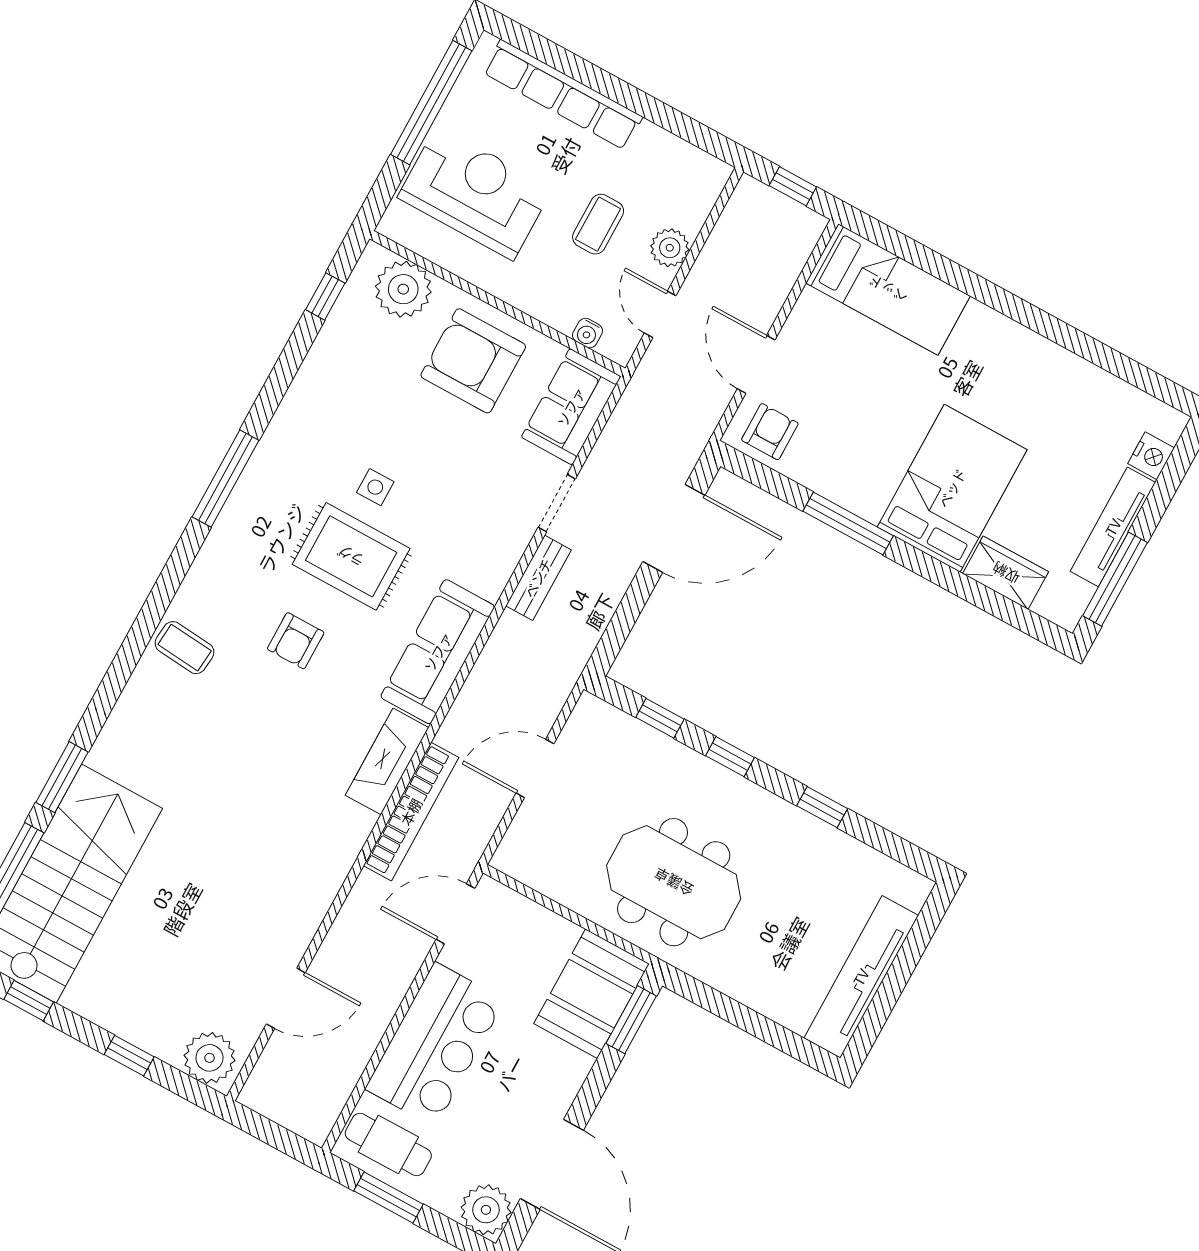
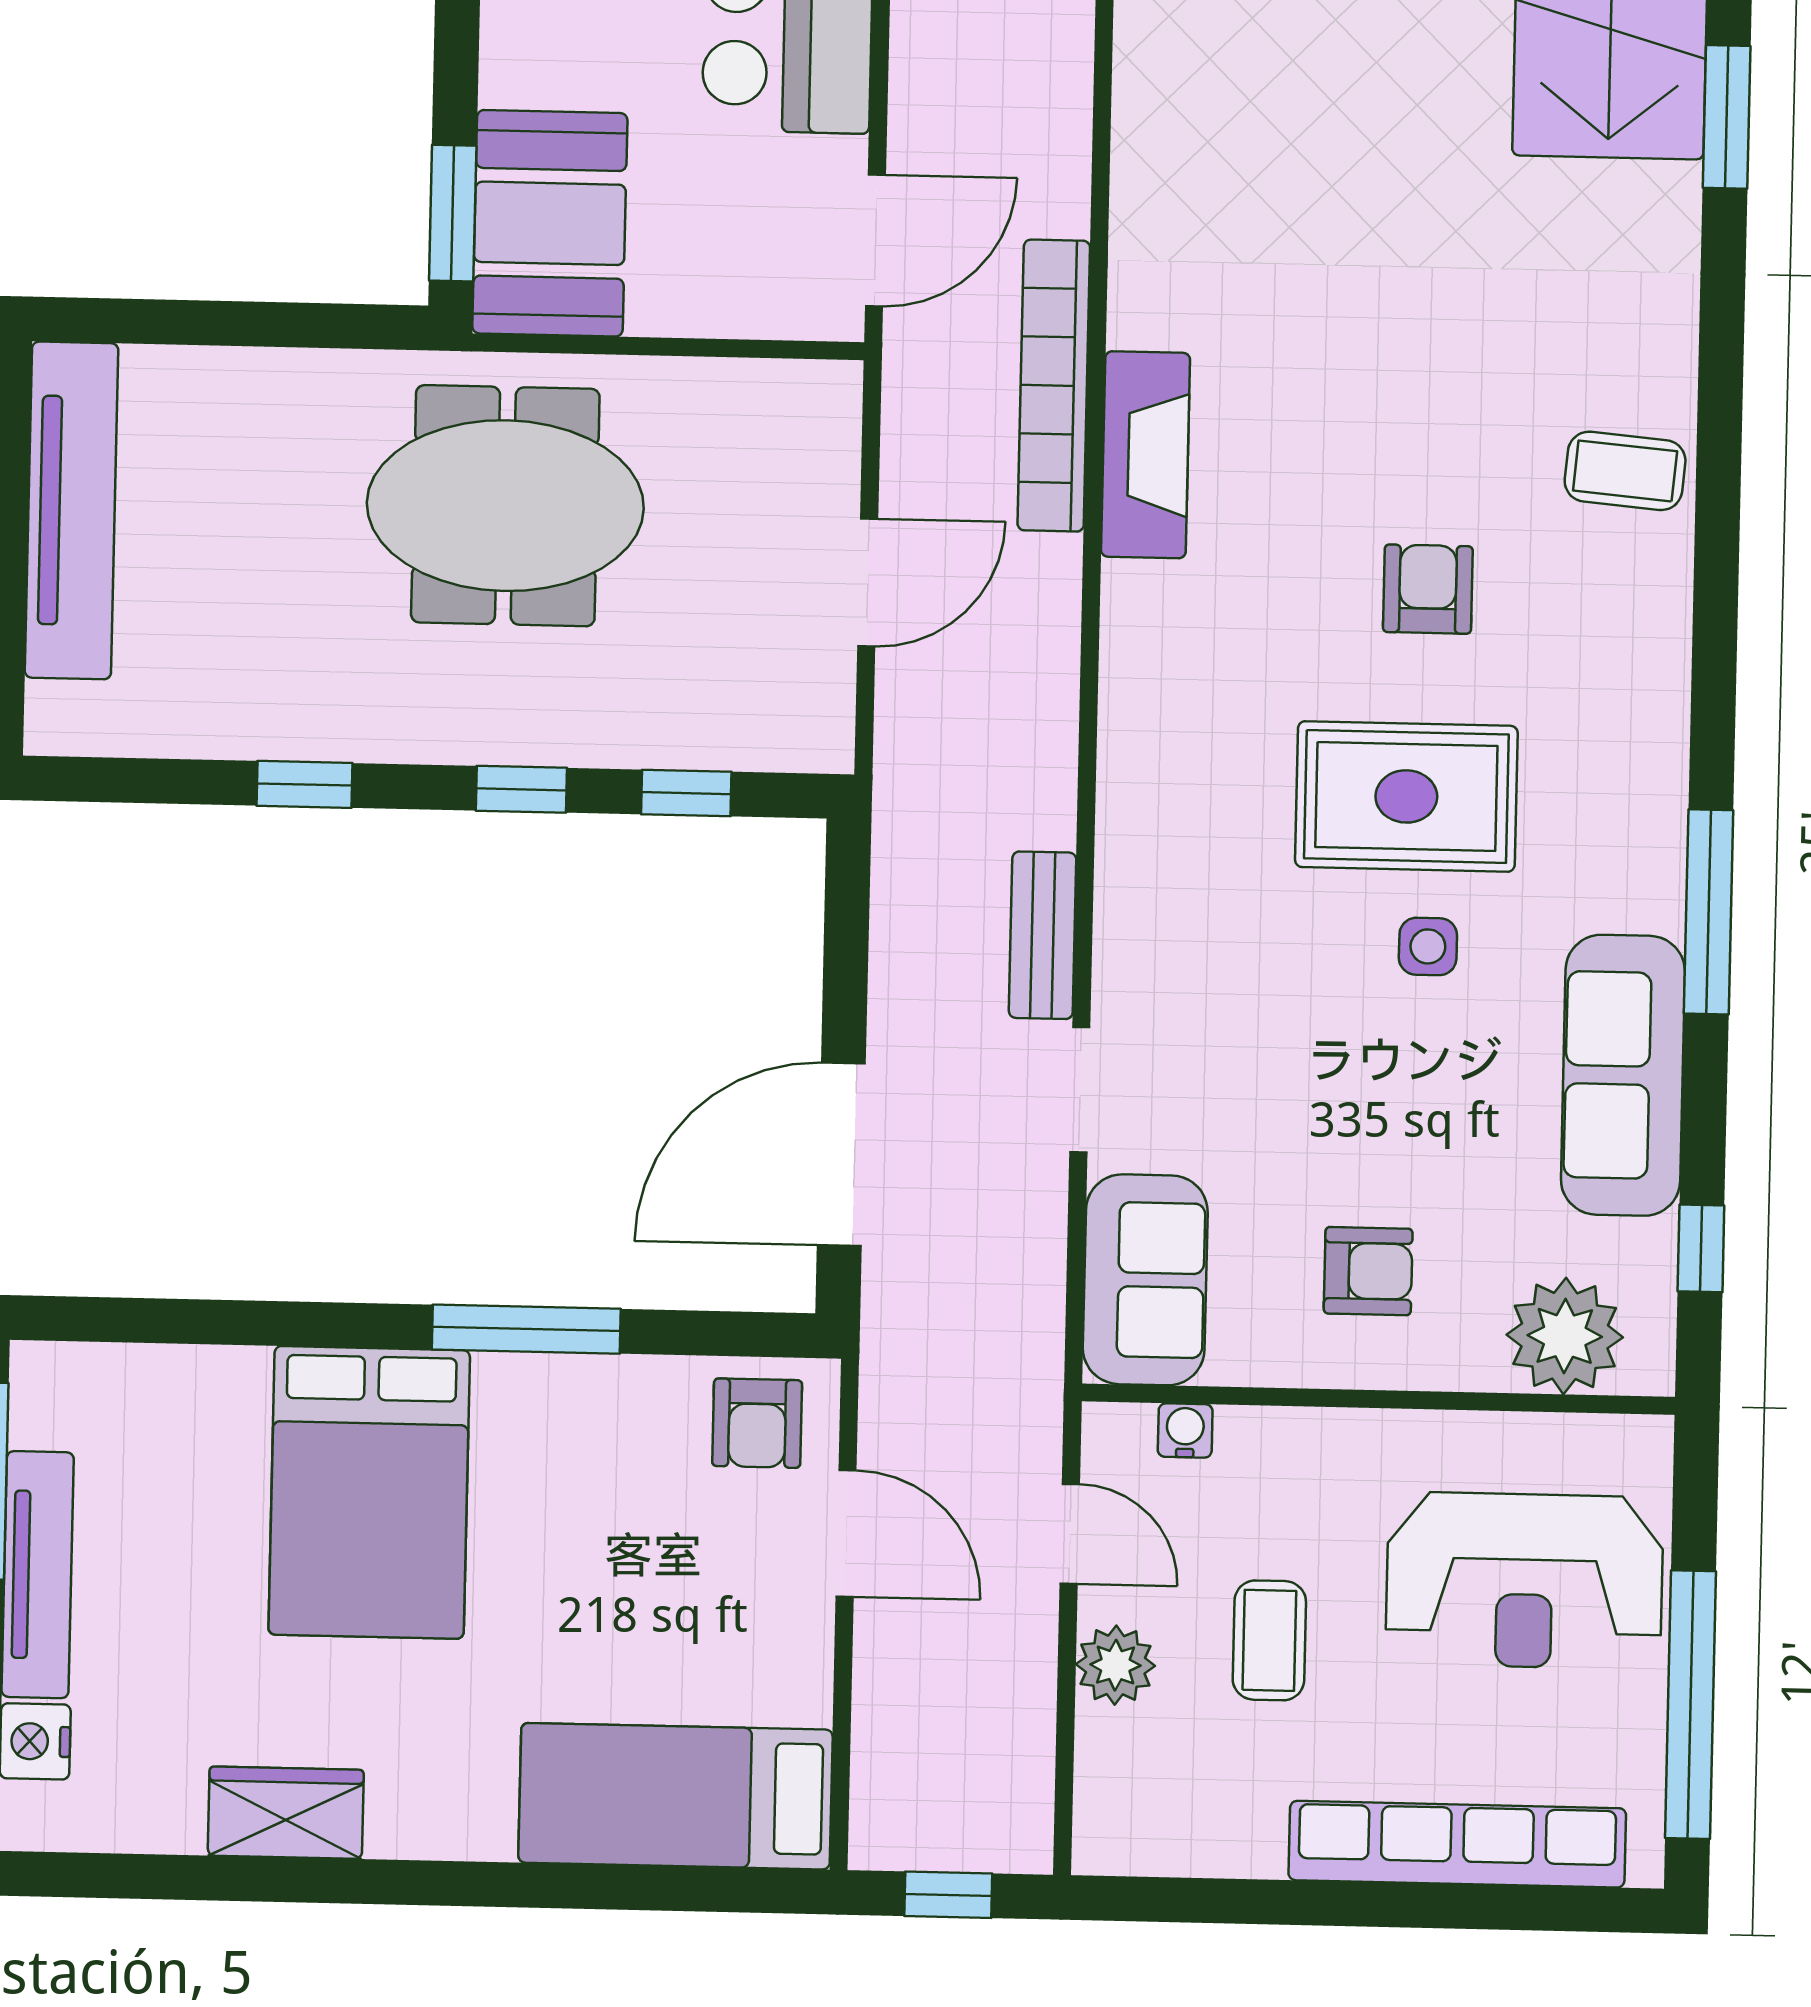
armchair: (473, 361) -> (1368, 1271), width x0.53, depth x0.53
window: (225, 479) -> (1709, 912), moved
wardrobe: (1006, 573) -> (286, 1813), moved, turned 180
sofa: (438, 652) -> (1623, 1075), moved, turned 180

